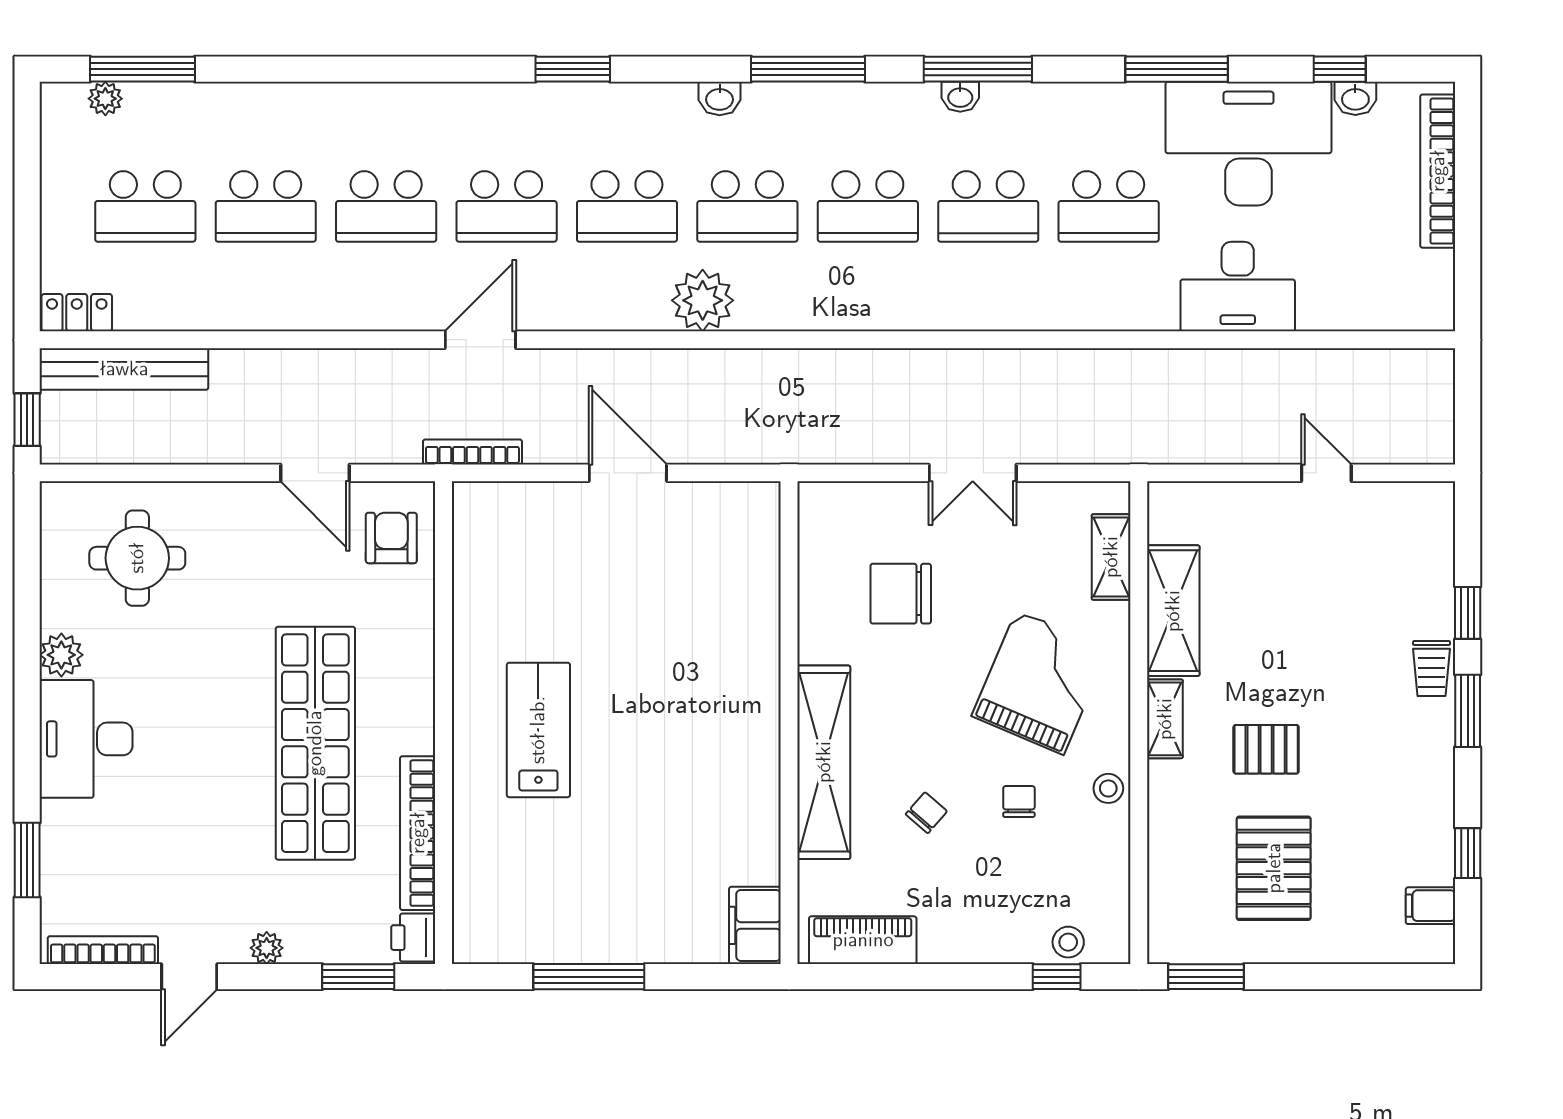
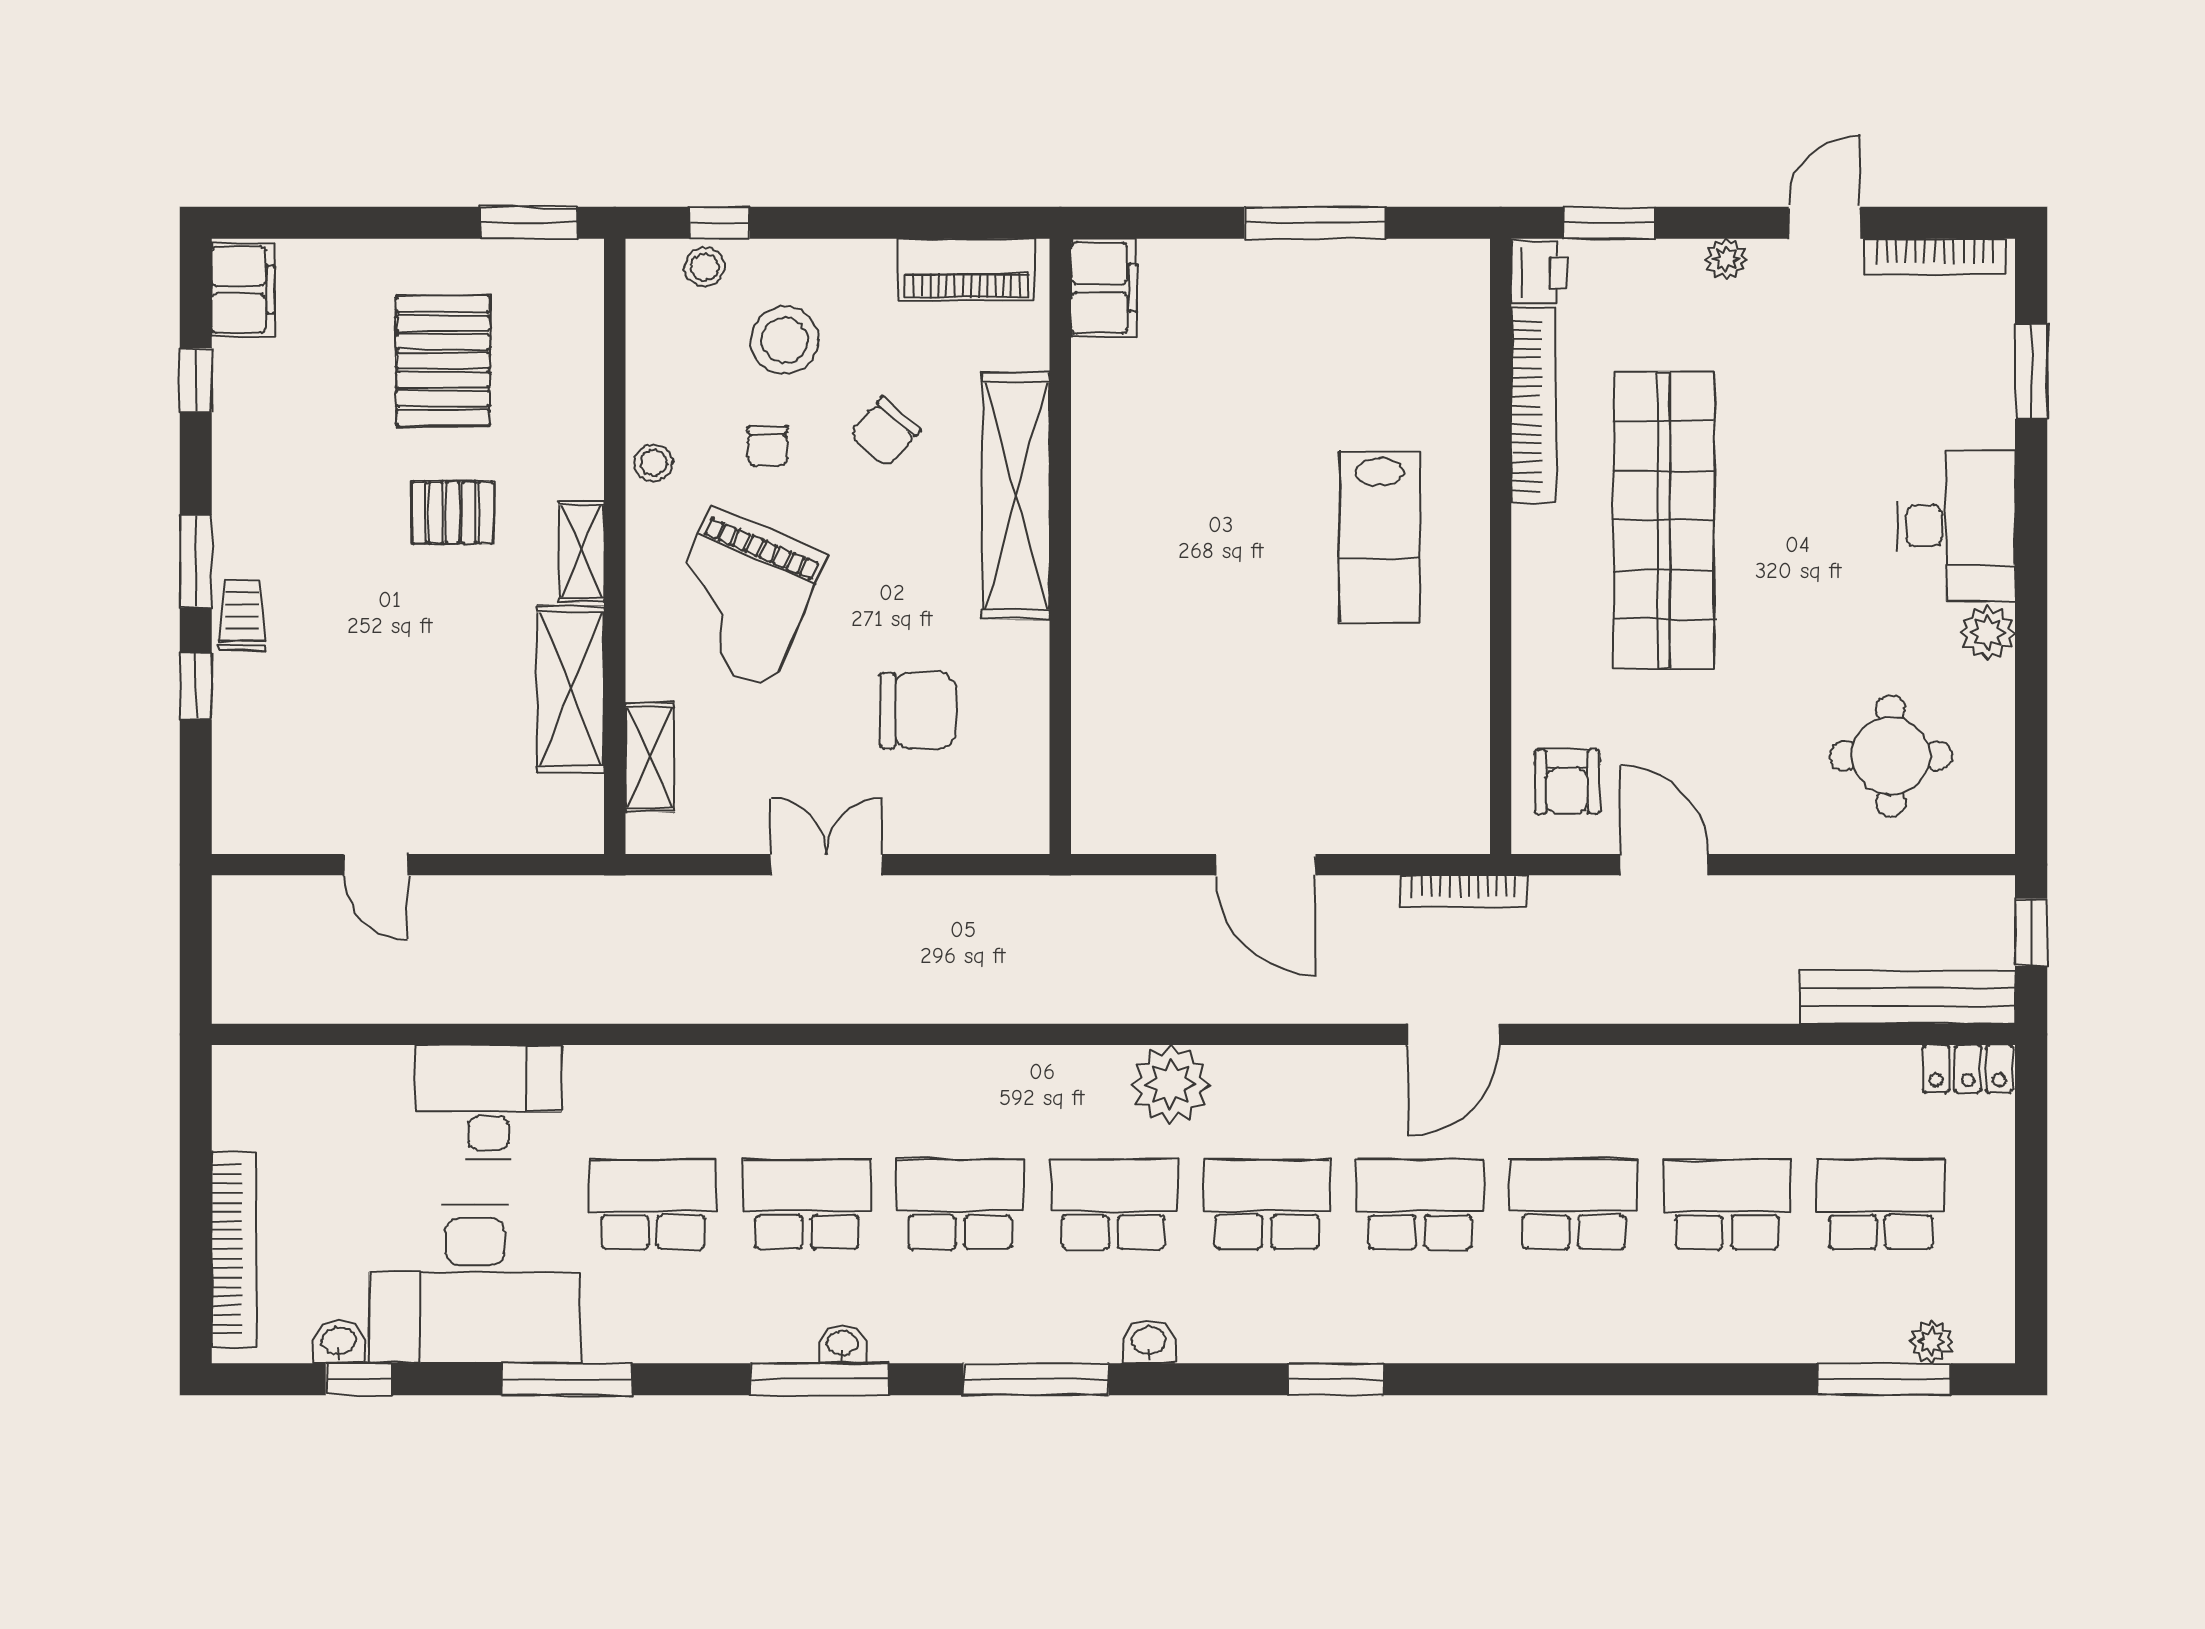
chair: (926, 813) -> (885, 432), width x1.37, depth x1.37
stool: (1005, 884) -> (785, 340), added
filing cabinet: (1430, 906) -> (243, 290), width x2.00

